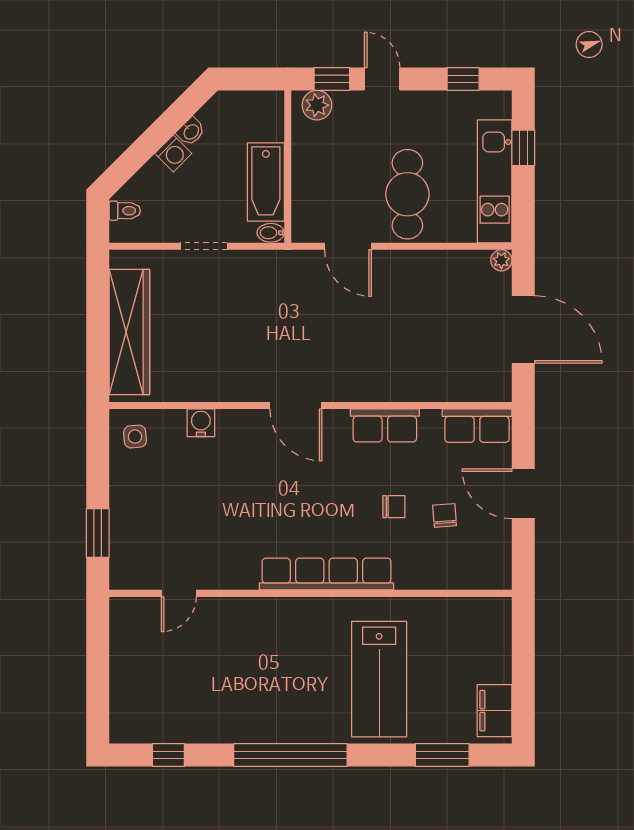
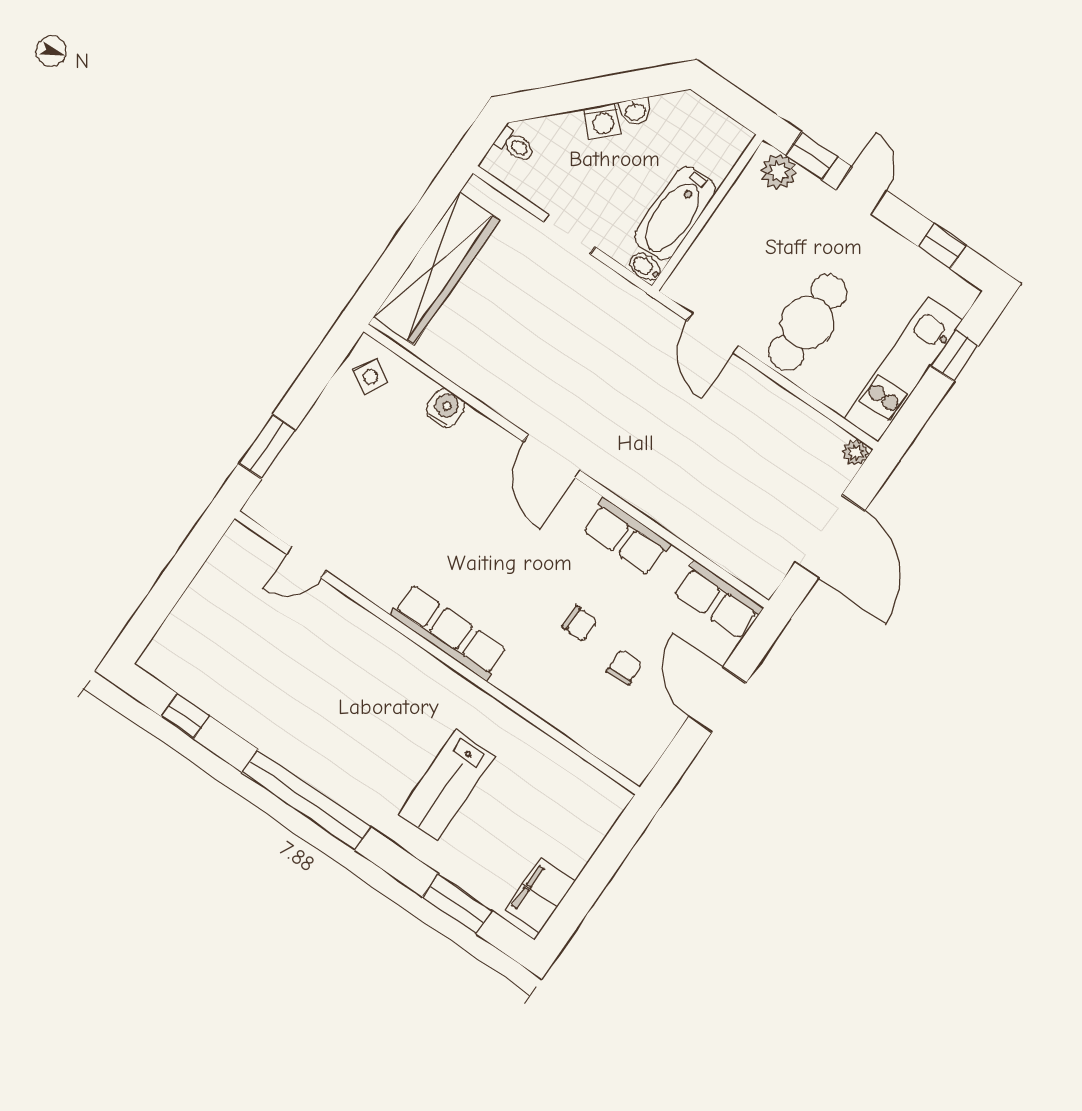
side table: (135, 437) -> (370, 376), turned 35
row of seats: (326, 574) -> (449, 632), width x0.73
lab bench: (379, 679) -> (447, 785), width x0.73, depth x0.72

